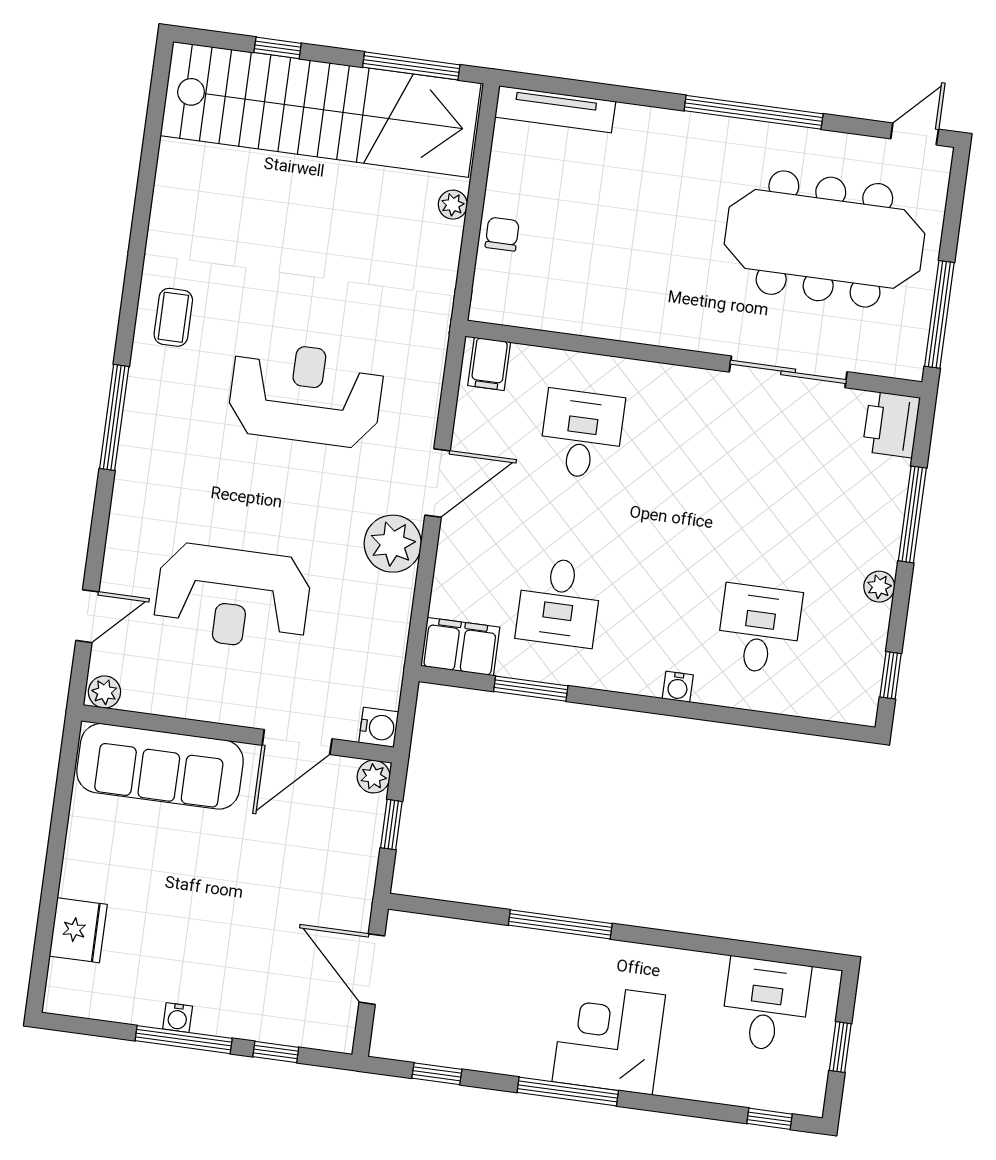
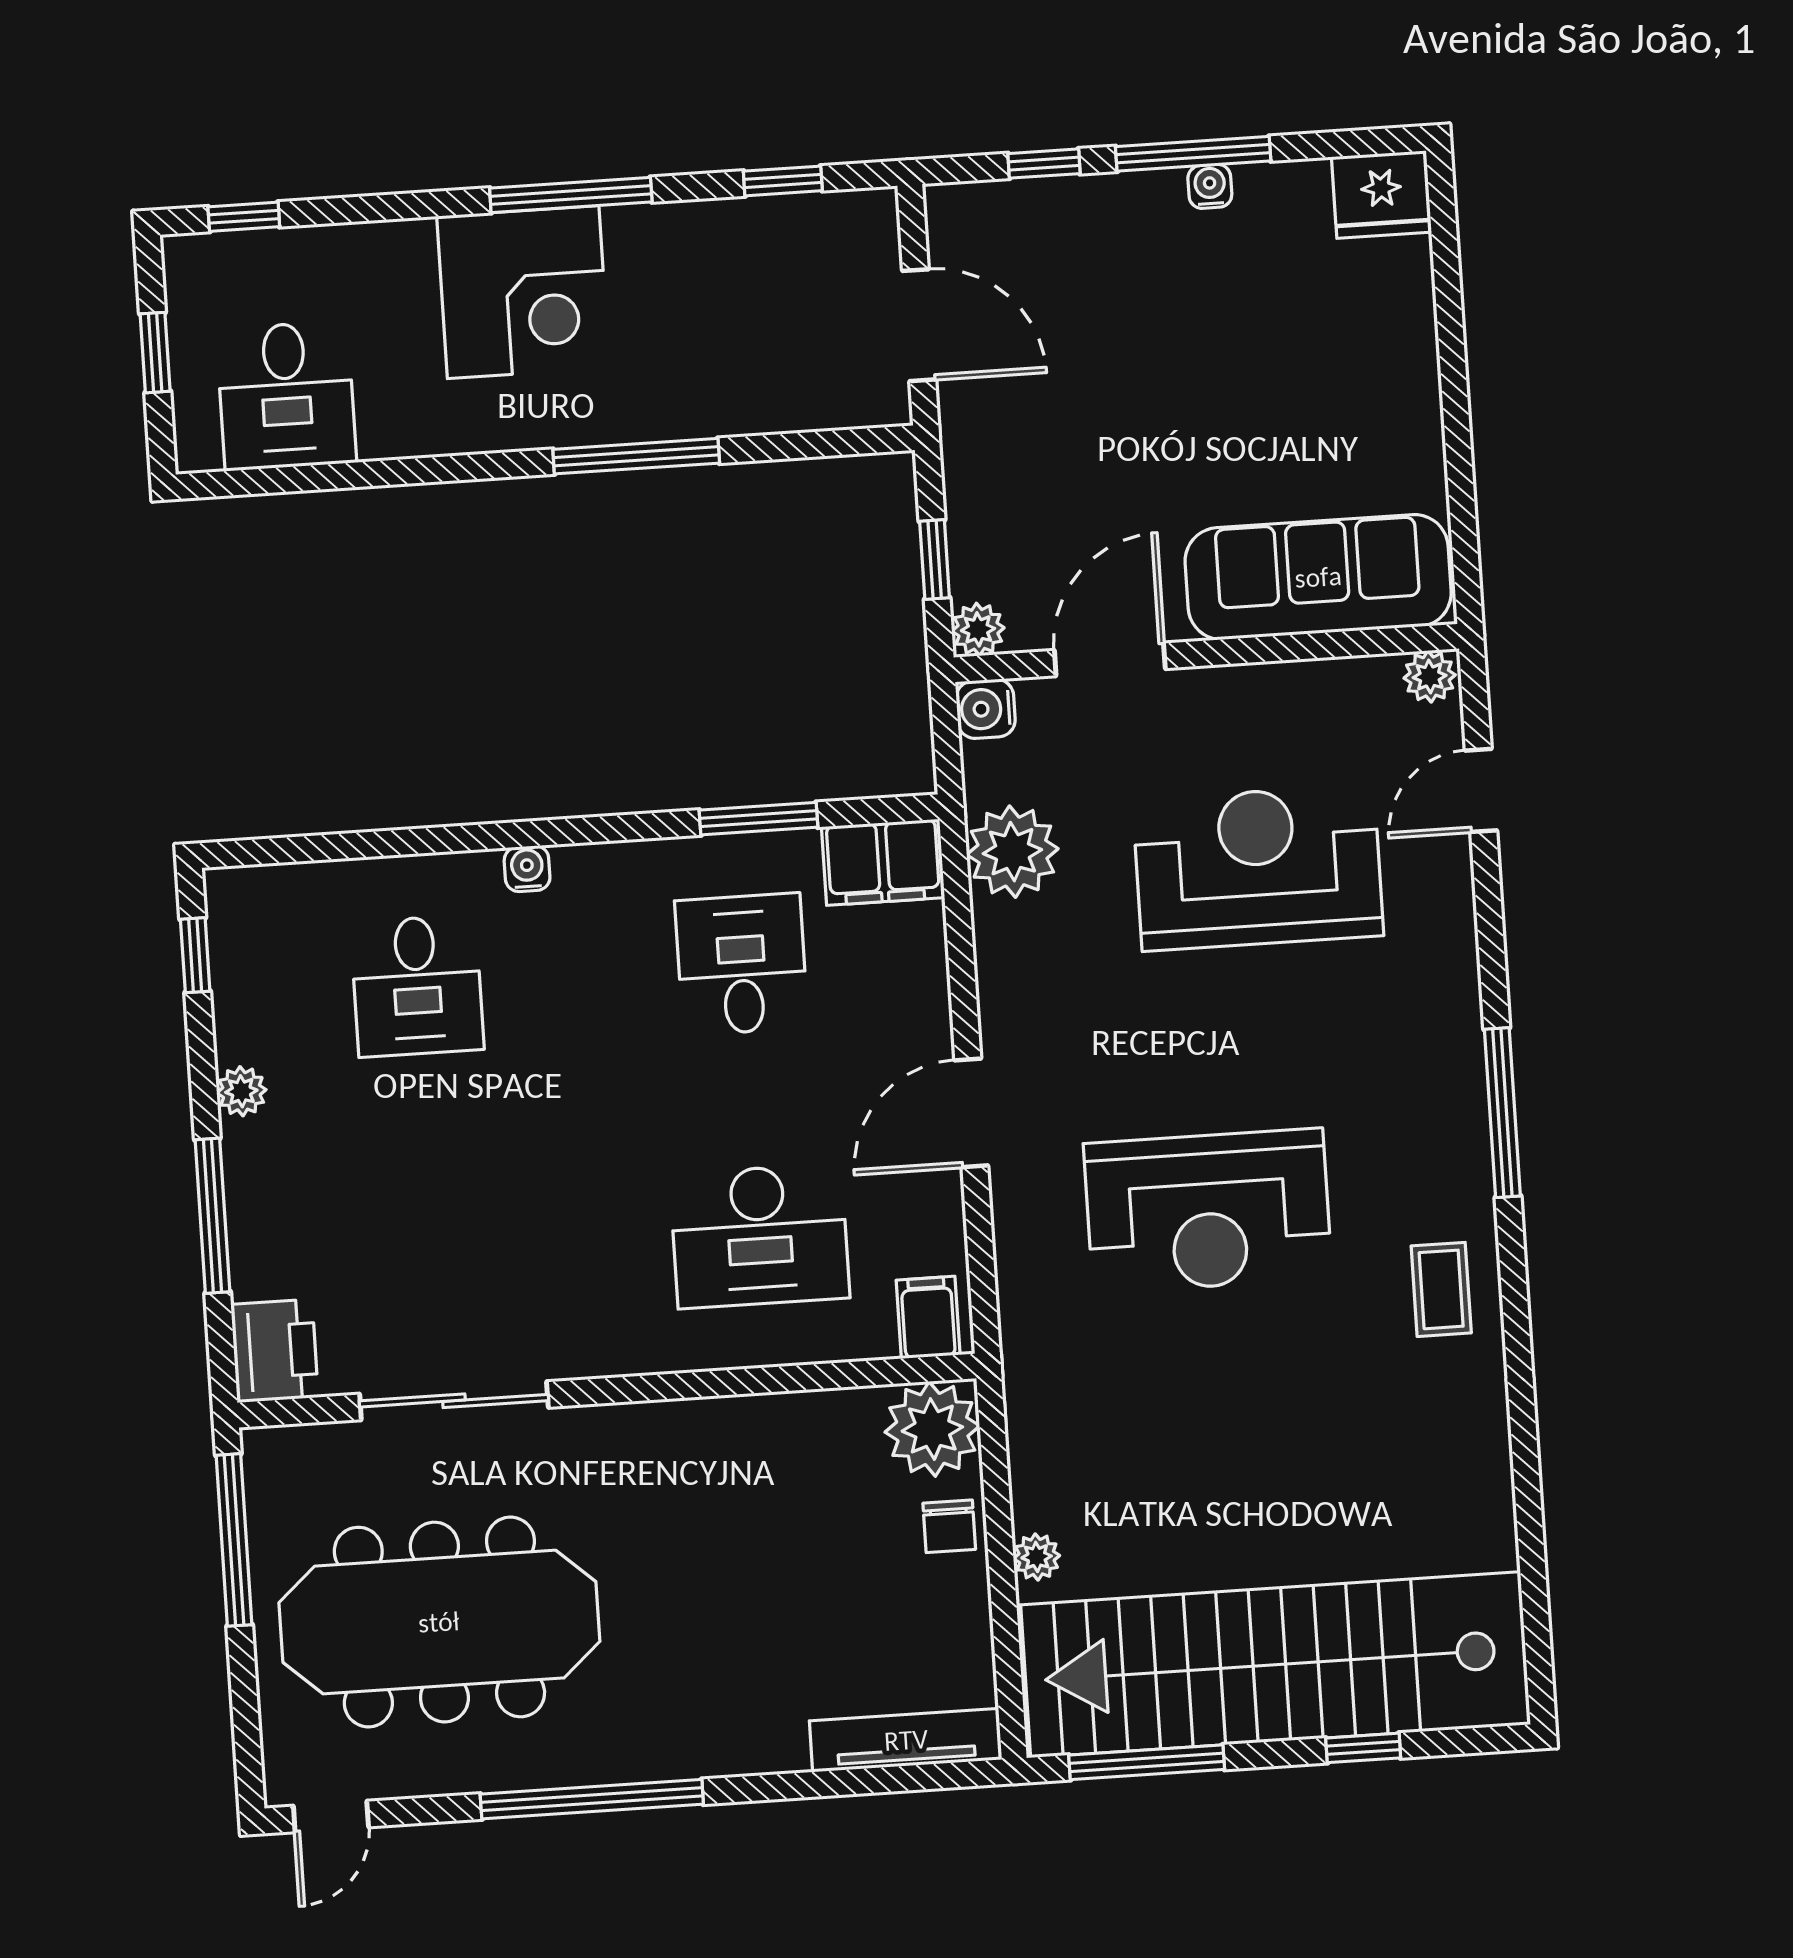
plant: (500, 295) -> (932, 1429), added
desk: (582, 434) -> (760, 1236), width x1.37
plant: (393, 544) -> (1012, 852), moved
fridge: (78, 930) -> (1381, 194), moved, turned -90

